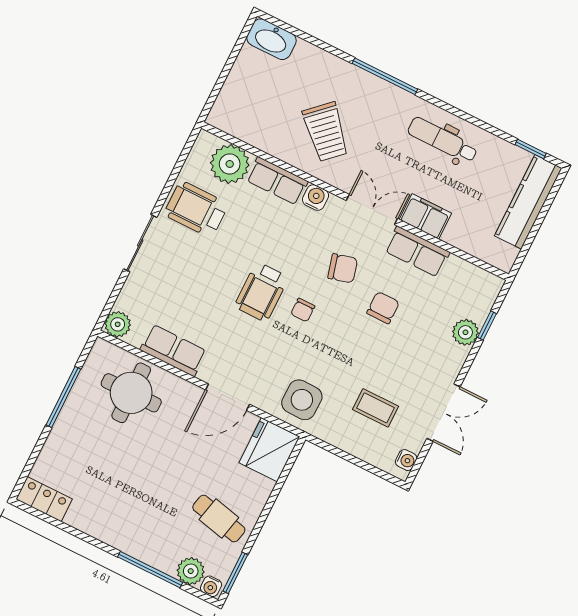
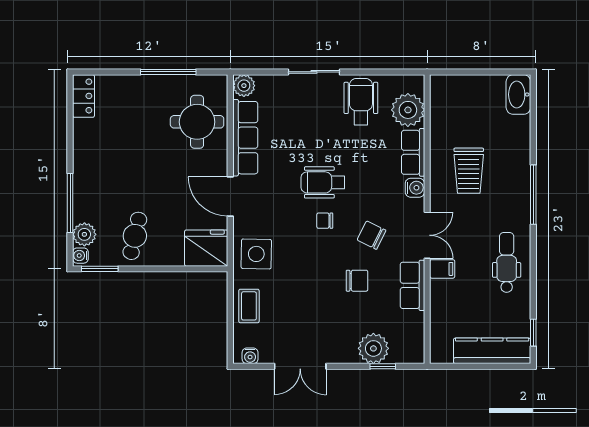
trolley: (326, 132) -> (469, 171), turned -47
filing cabinet: (425, 216) -> (442, 269), width x0.50
chair: (343, 268) -> (371, 235), turned 131
plant: (465, 332) -> (373, 348), width x1.36, depth x1.36
row of seats: (173, 350) -> (245, 138), width x1.48
coffee table: (376, 408) -> (249, 306), moved

